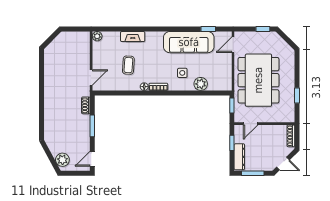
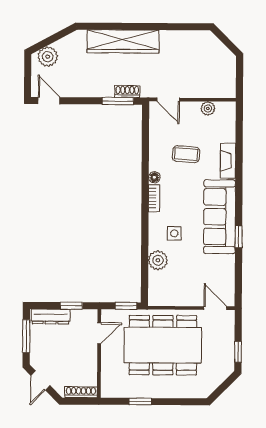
window: (208, 29) -> (239, 237), moved
plant: (97, 36) -> (208, 108), moved
sofa: (189, 42) -> (220, 217), moved
wardrobe: (52, 108) -> (123, 41), added
door: (251, 124) -> (99, 333), swing flipped
window: (92, 126) -> (118, 101), moved

